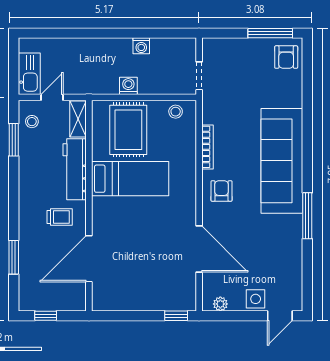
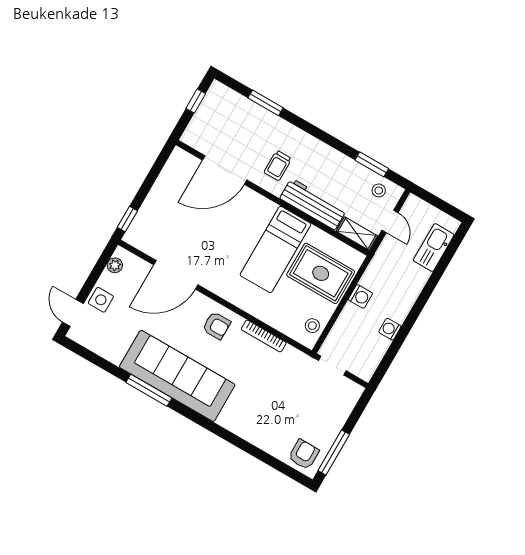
armchair: (286, 57) -> (304, 454), turned 90
kitchen sink: (29, 74) -> (434, 248), moved, turned 90
sofa: (282, 161) -> (177, 376), moved
door: (89, 259) -> (225, 170), swing flipped

